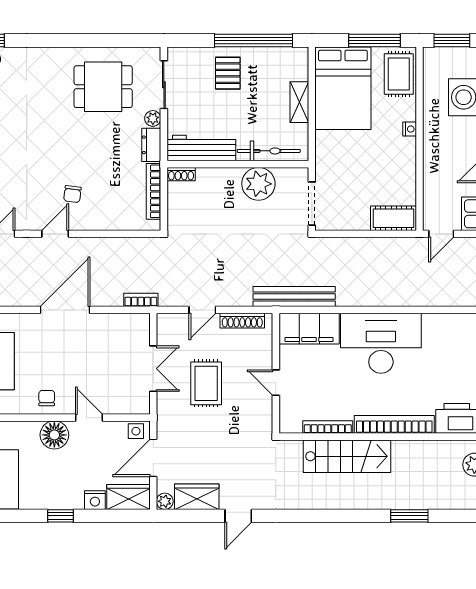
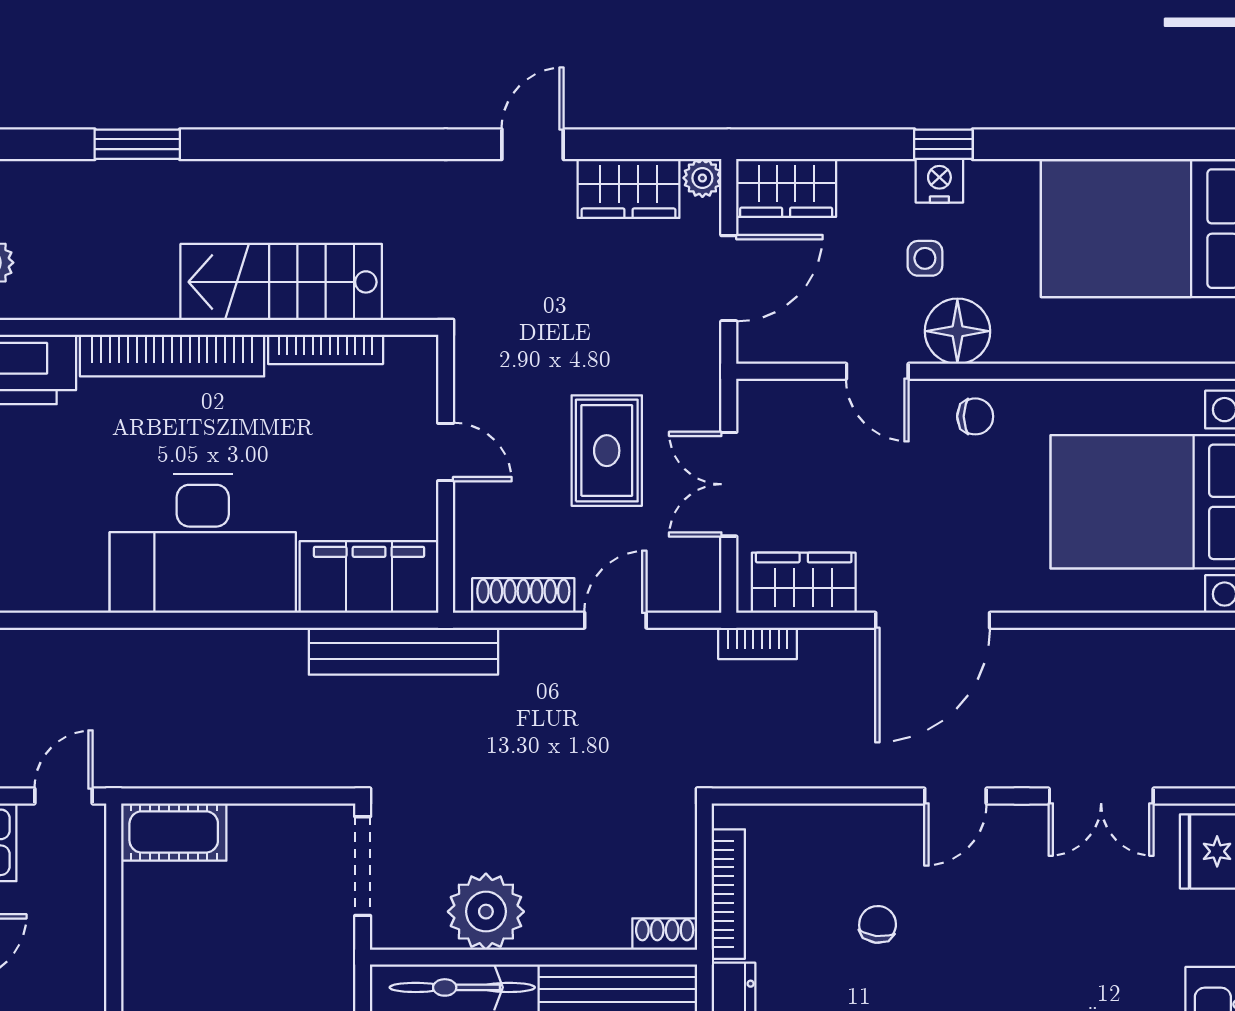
chair: (72, 194) -> (878, 924), moved
wardrobe: (121, 326) -> (804, 583), added
chair: (47, 398) -> (975, 416), turned -90
side table: (136, 431) -> (925, 258), moved
nightstand: (95, 500) -> (939, 181), moved

